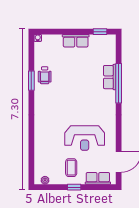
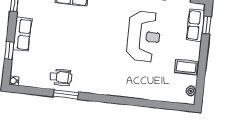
window: (61, 32) -> (9, 51), added
coffee table: (71, 168) -> (186, 67), moved
window: (74, 187) -> (207, 25), moved

